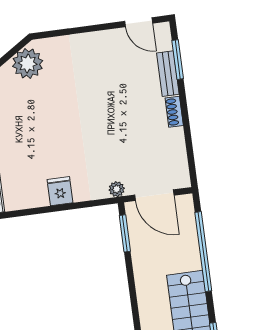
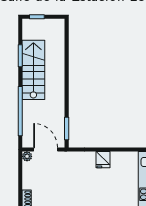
plant: (117, 189) -> (27, 156), moved

